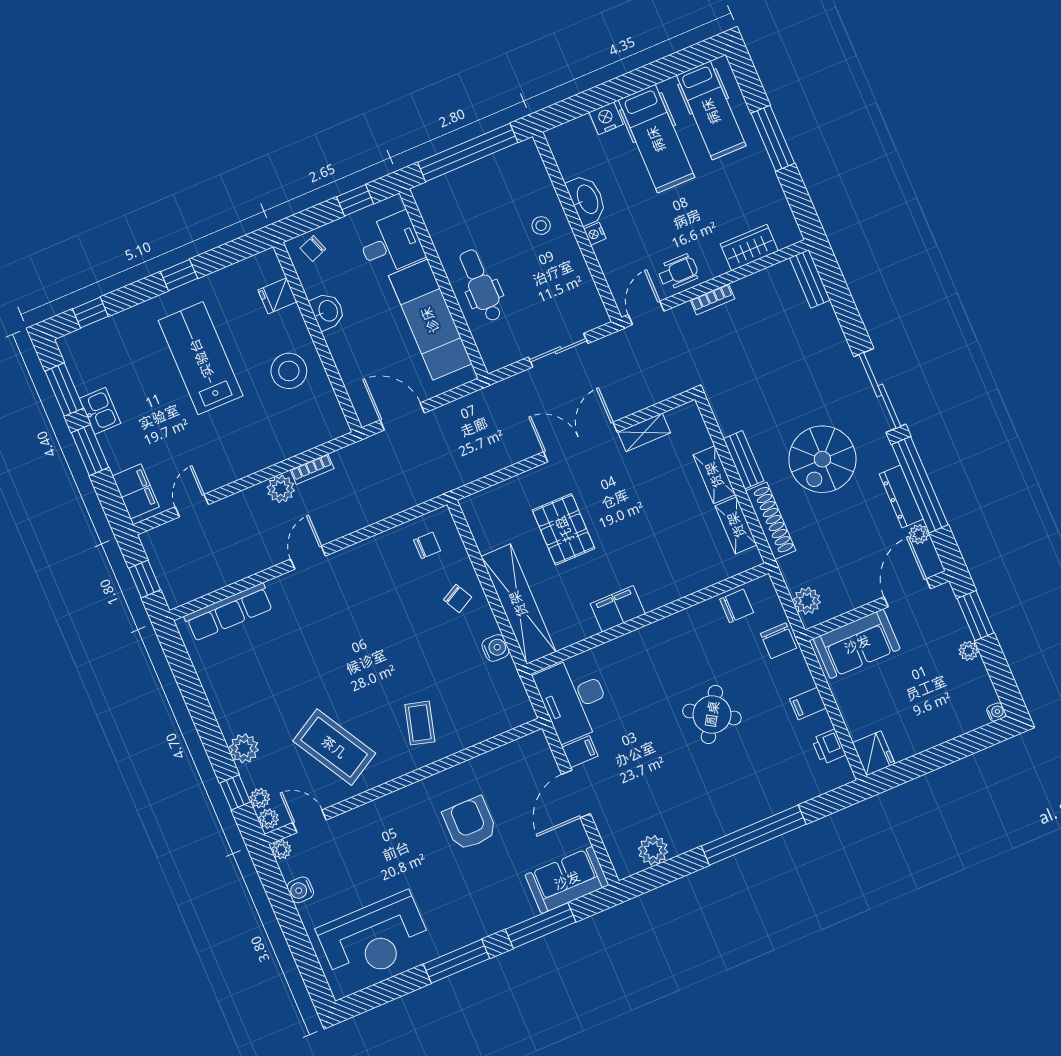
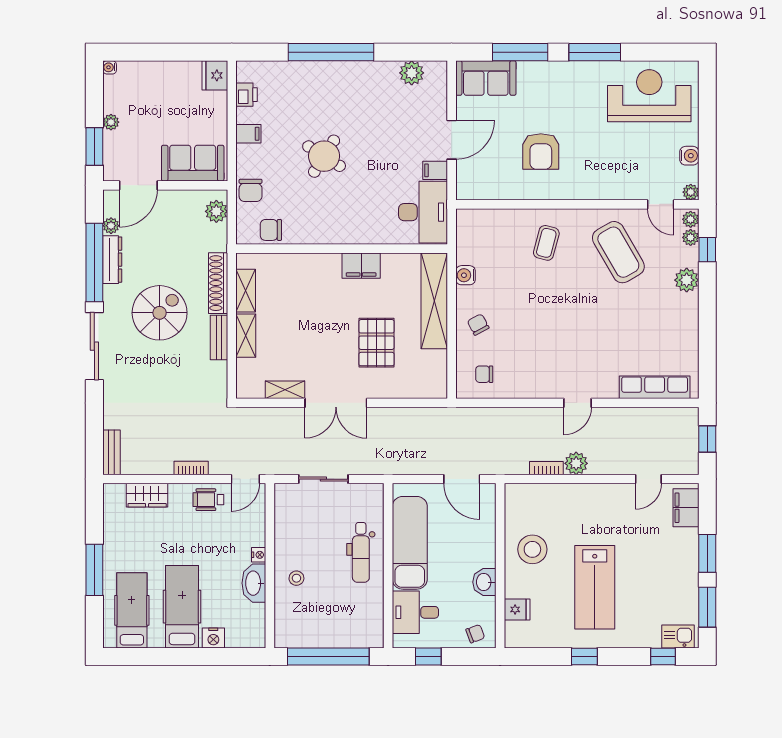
kitchen sink: (100, 411) -> (678, 636), moved, turned 90
chair: (778, 641) -> (251, 190), turned 180

